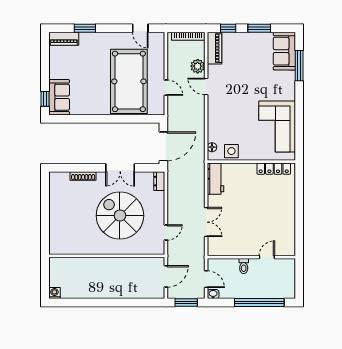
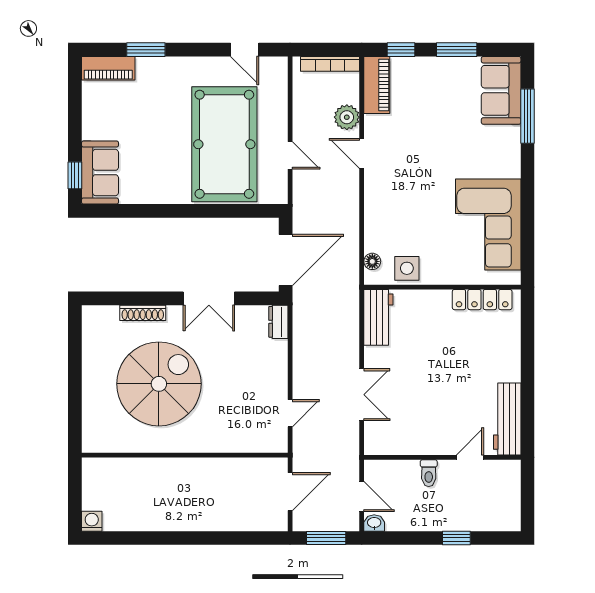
spiral stairs: (120, 216) -> (159, 384), moved, turned 90
workbench: (288, 236) -> (507, 419), added
window: (259, 303) -> (456, 538), width x0.32

